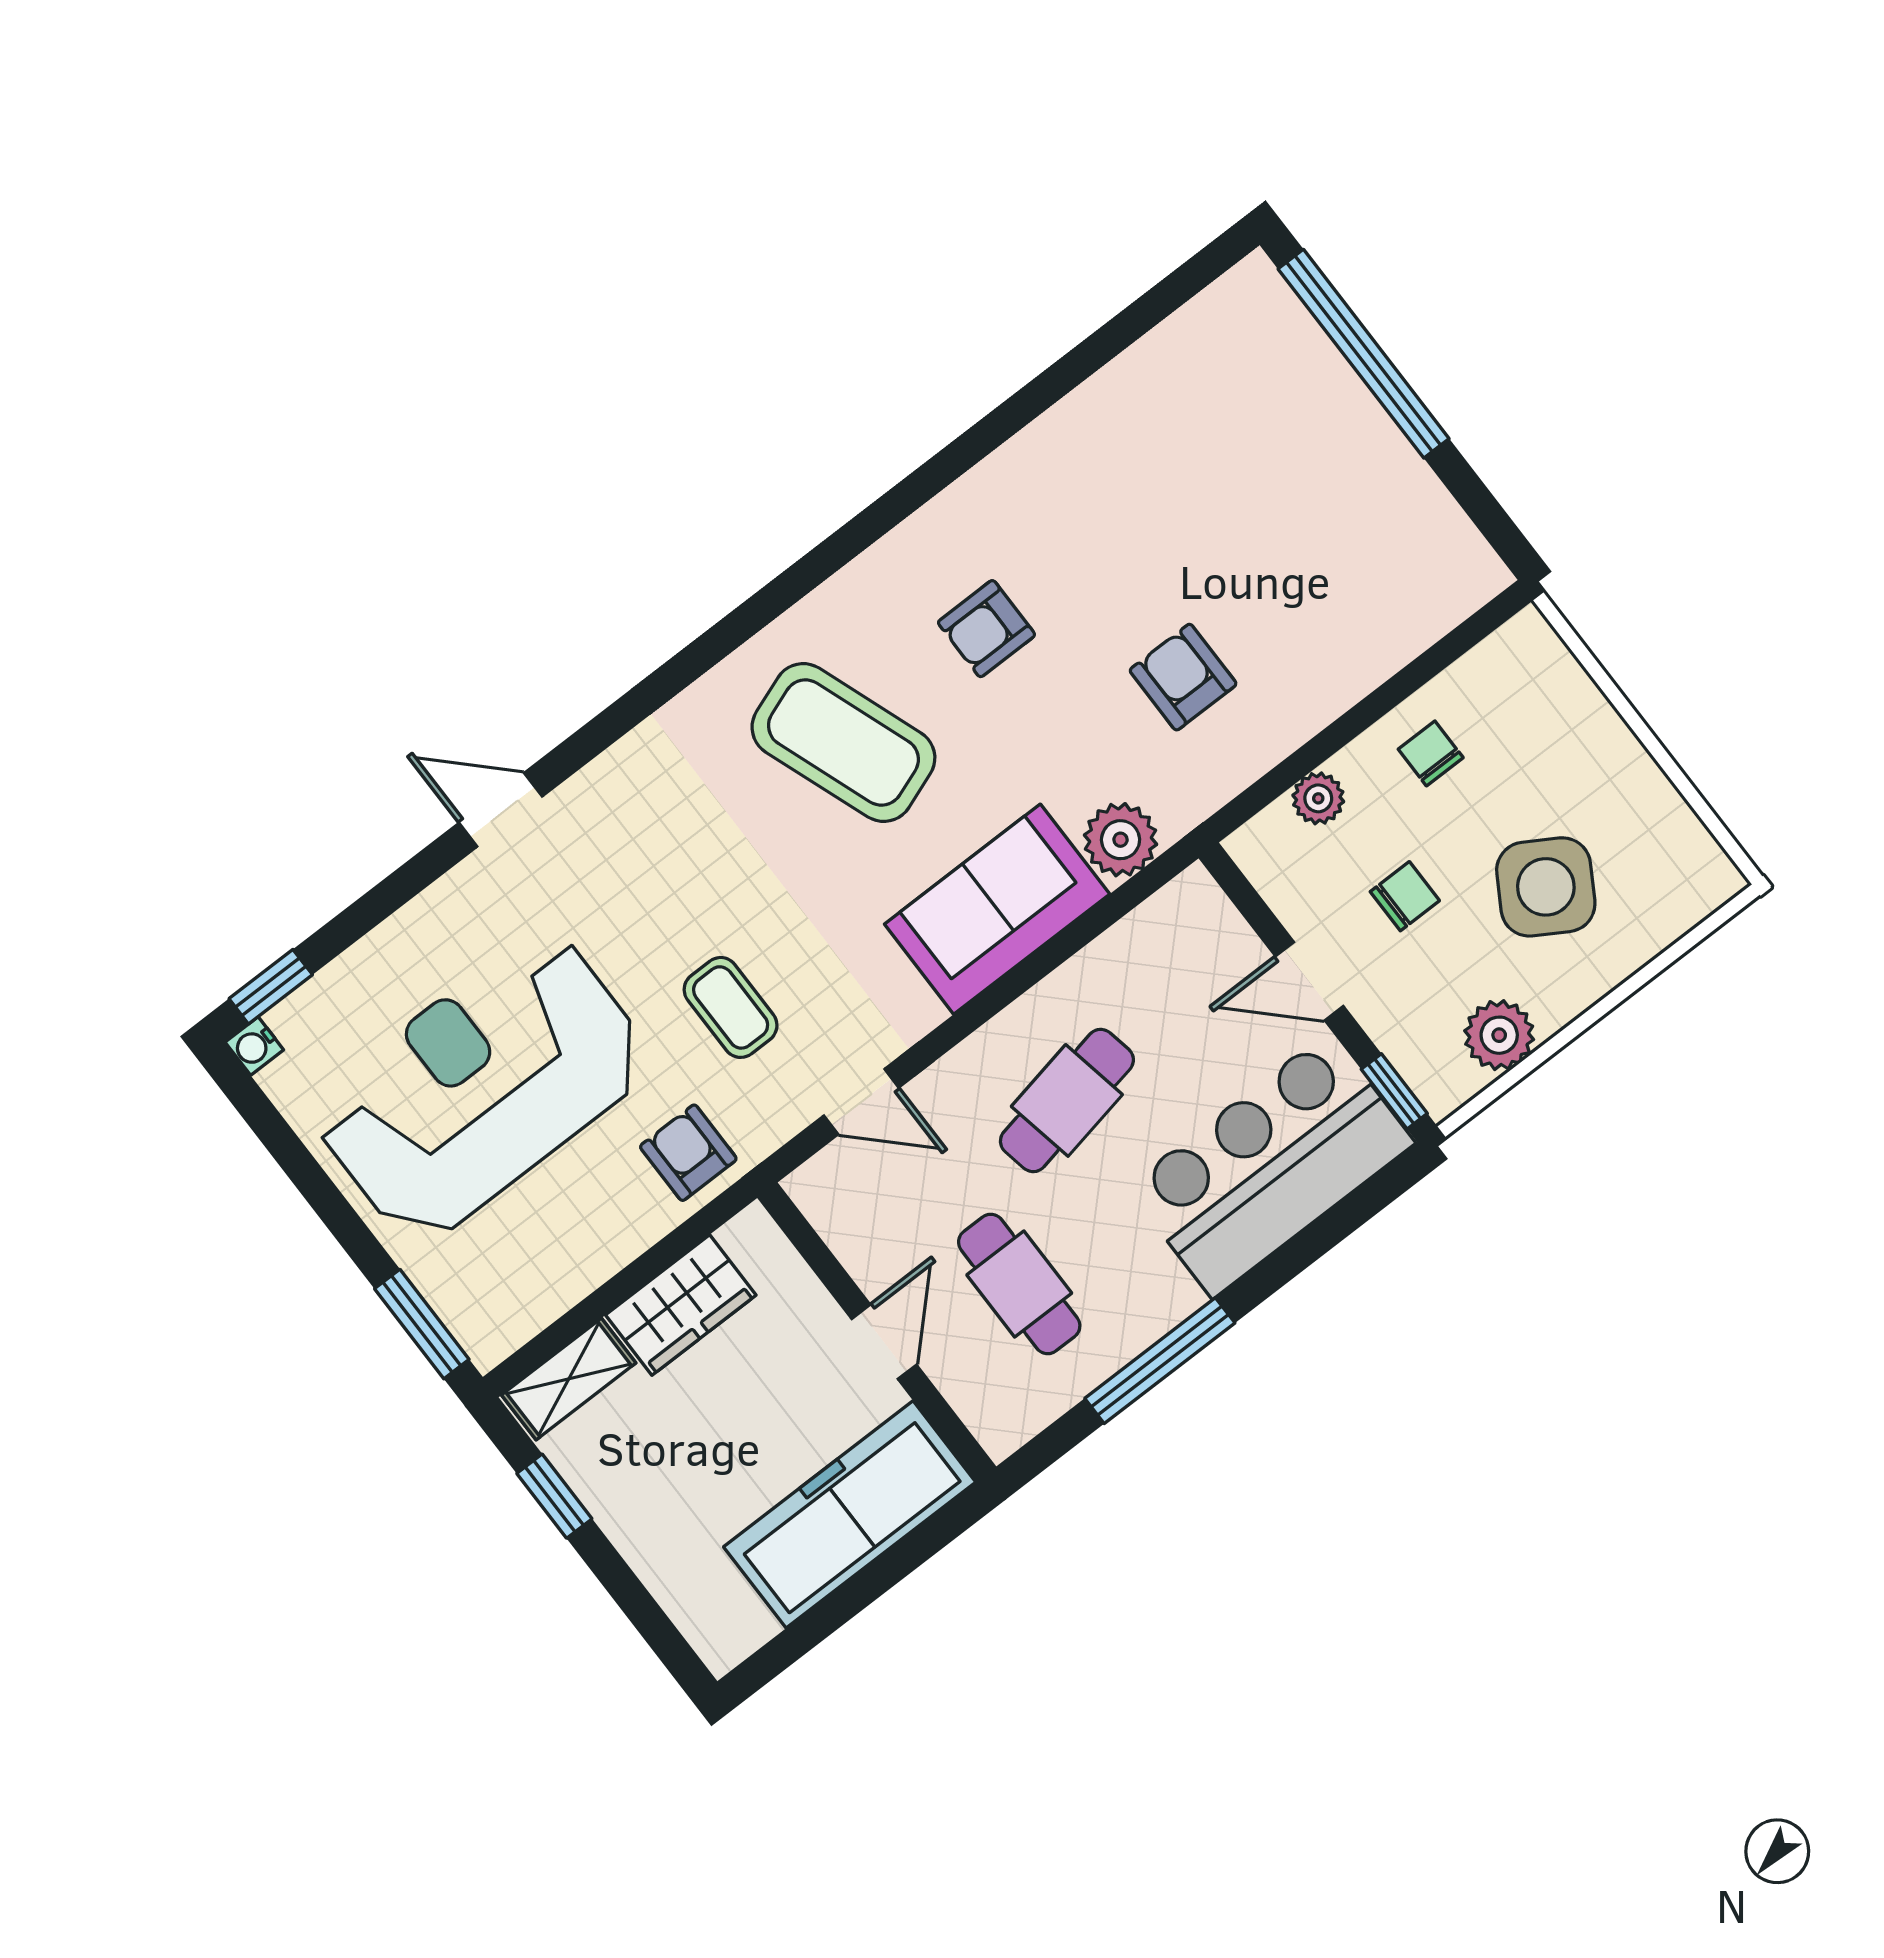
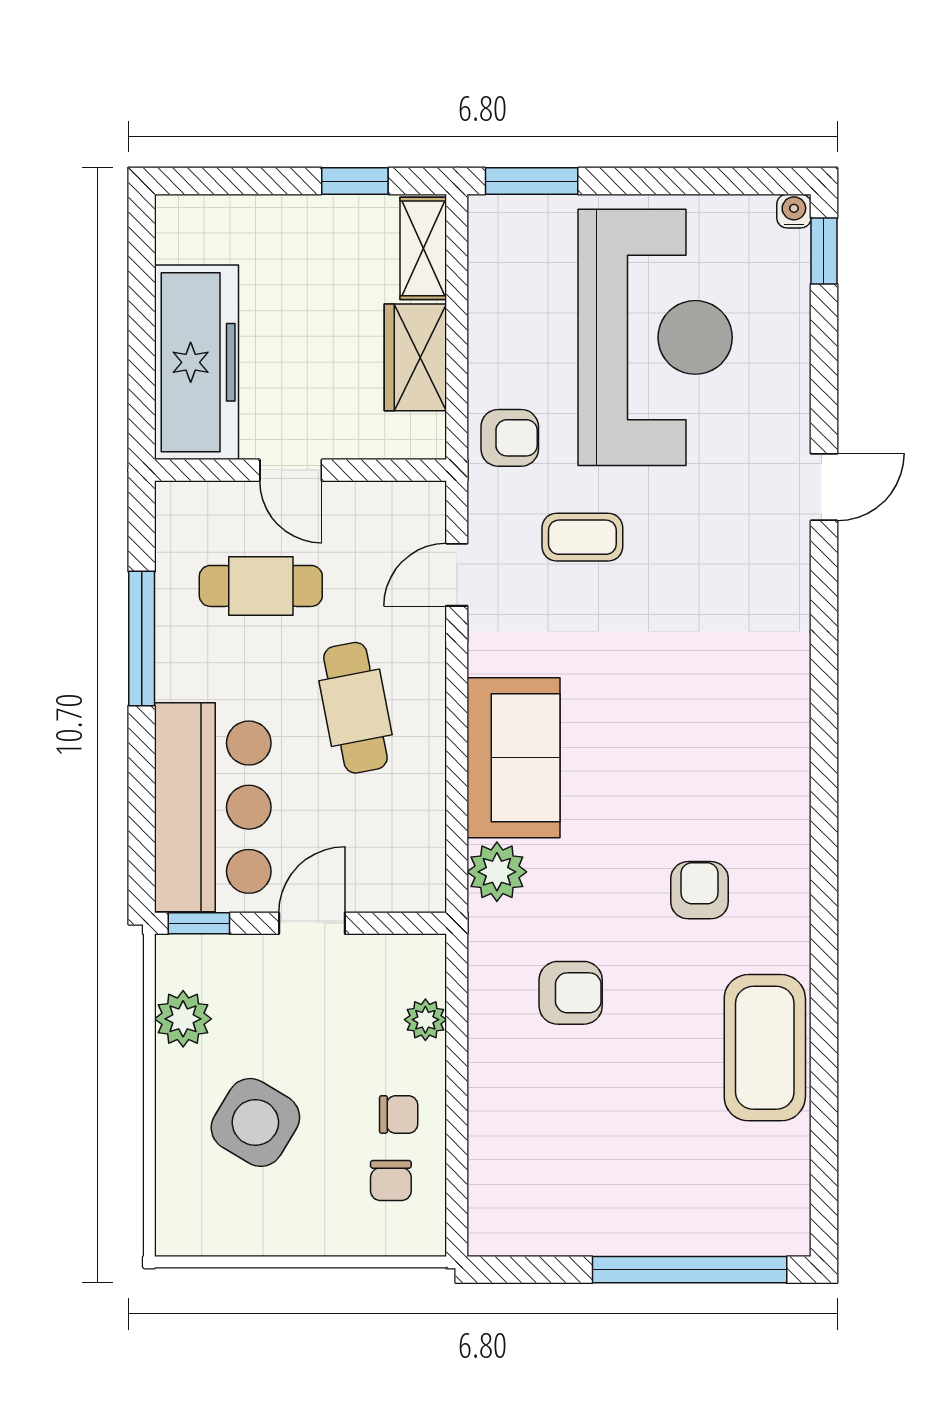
coffee table: (843, 743) -> (765, 1048), moved, turned -70
chair: (1405, 896) -> (391, 1181), moved

